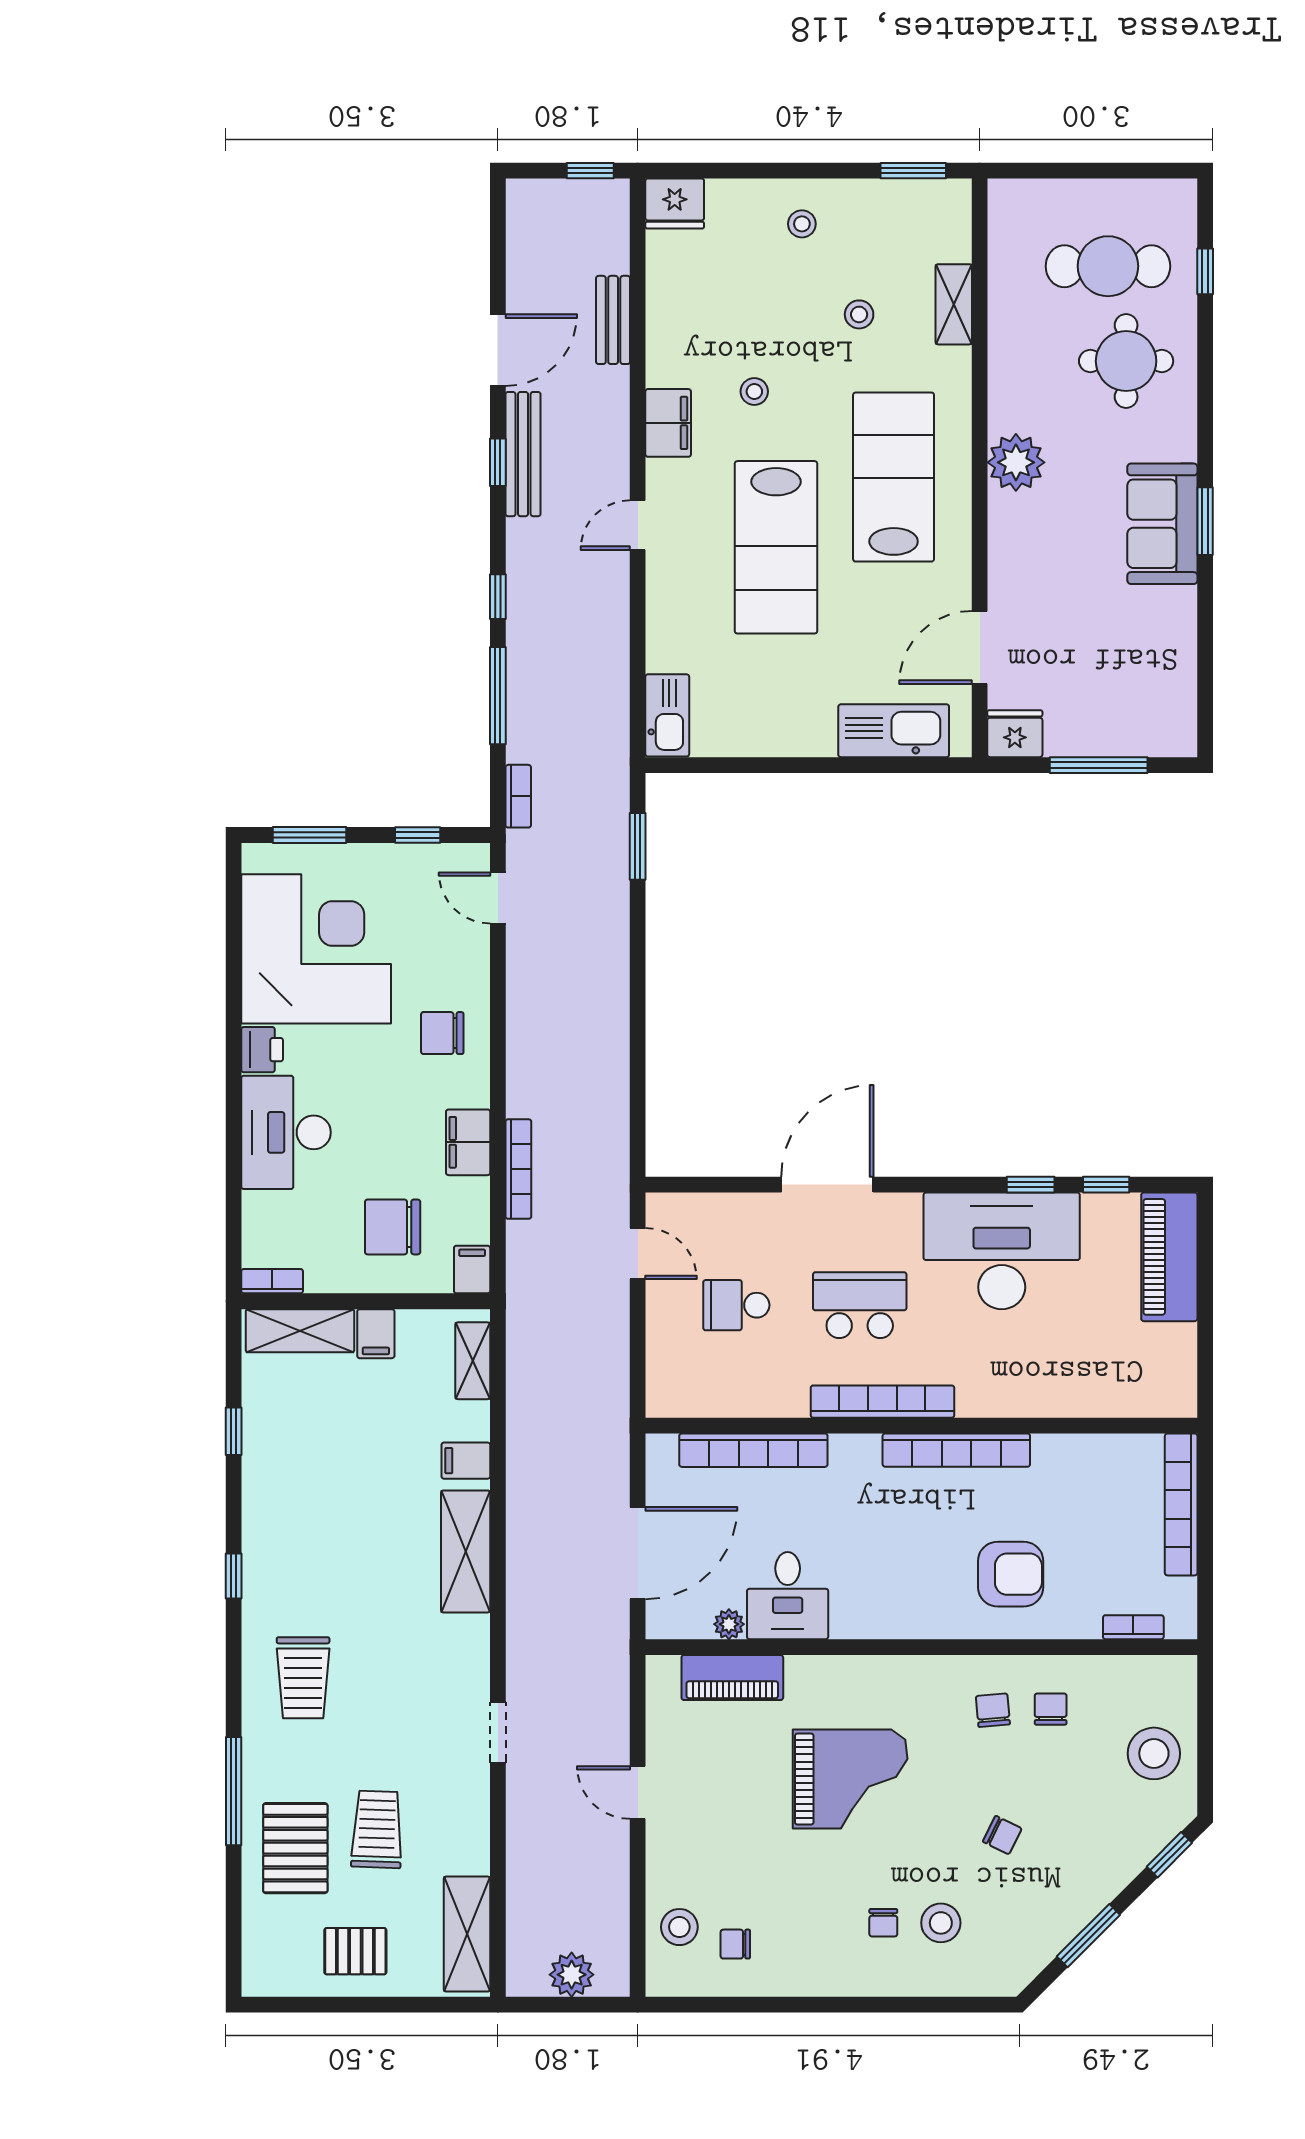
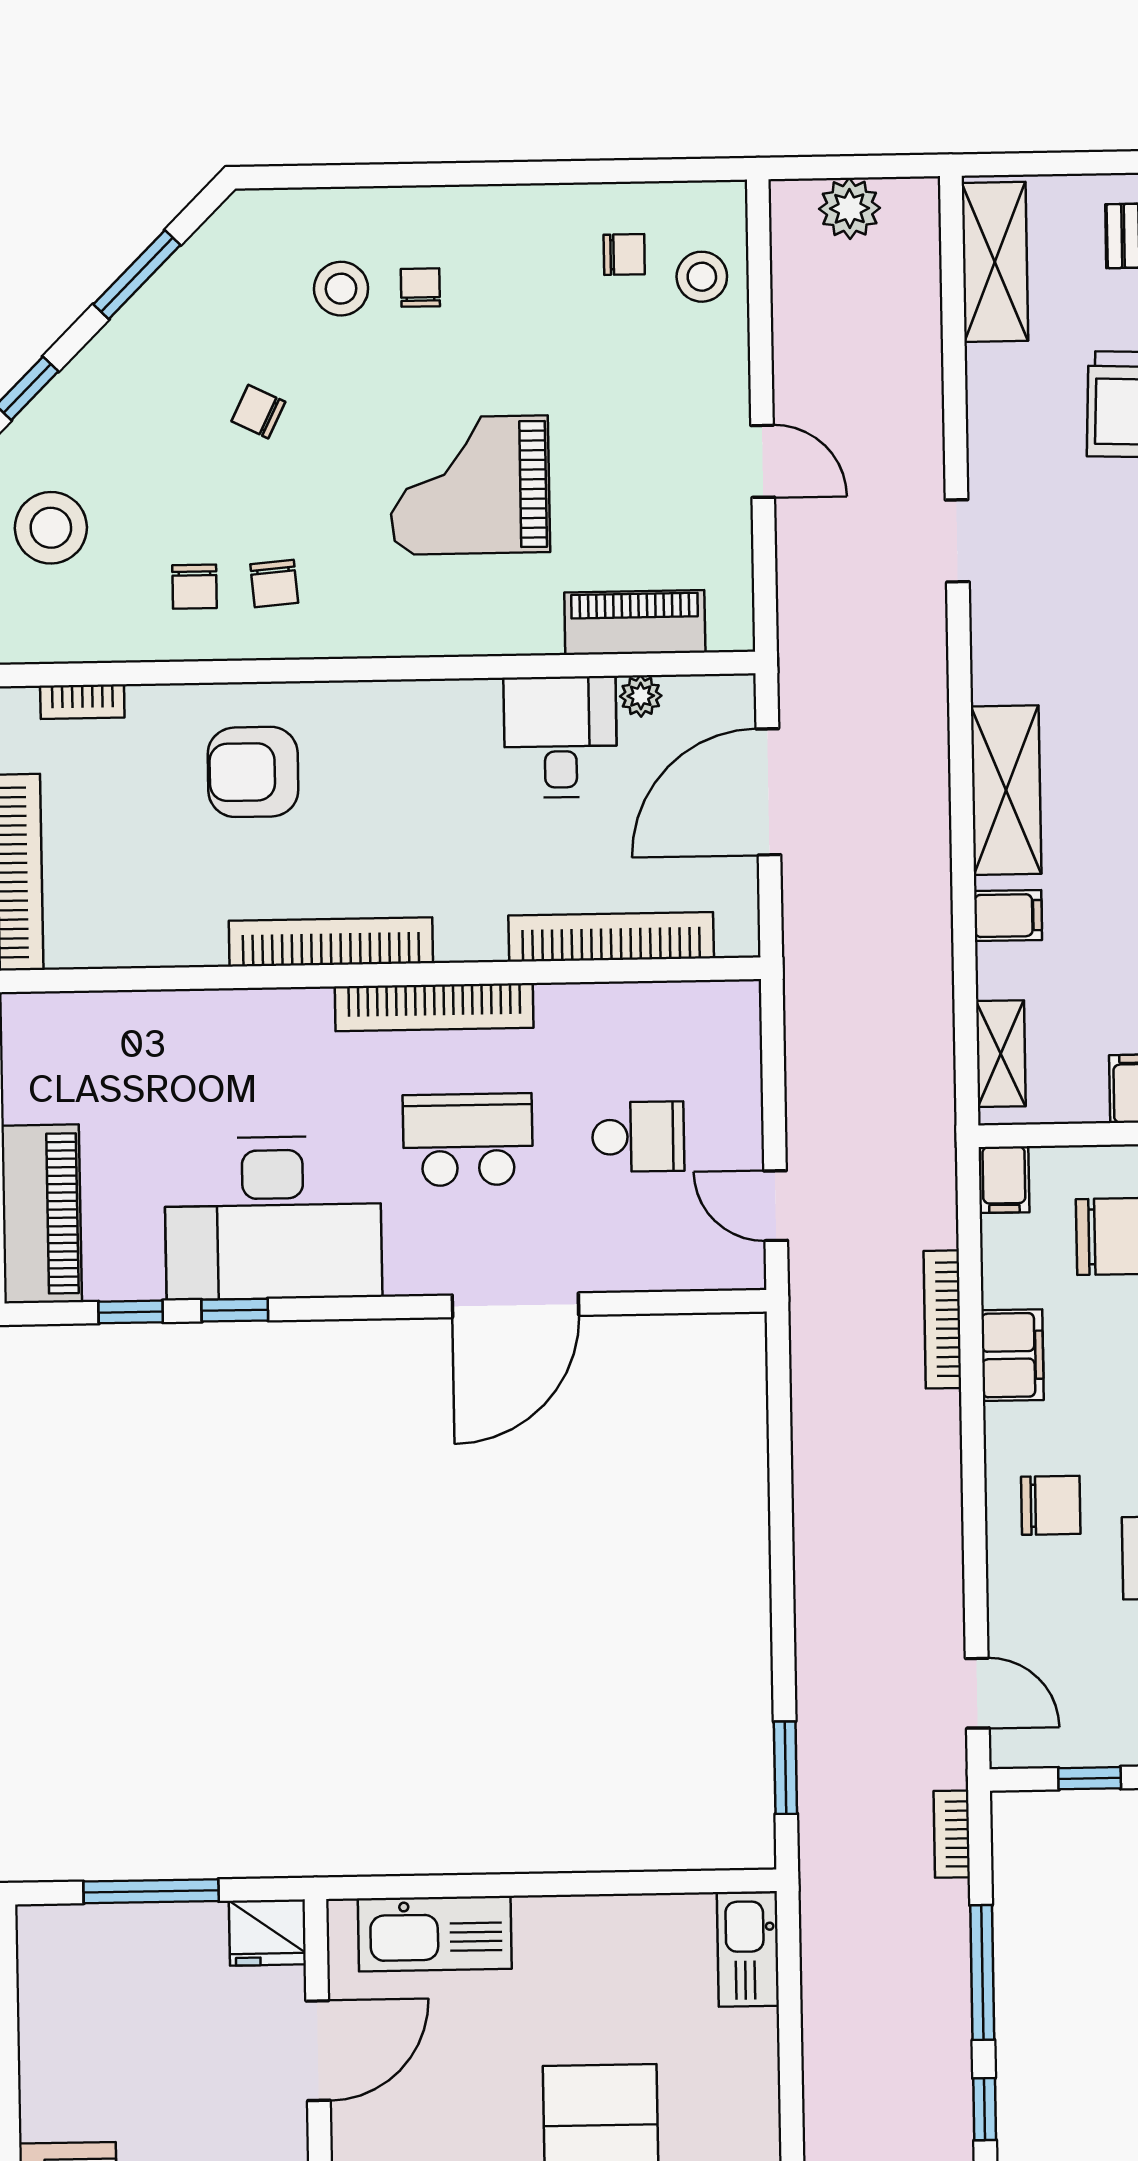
school desk: (860, 1305) -> (468, 1140), turned 180

